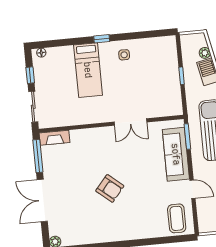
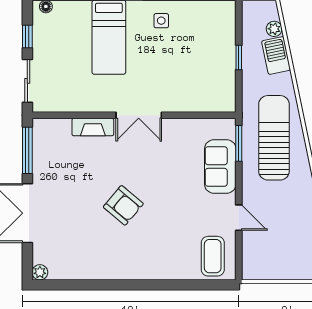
double door: (130, 122) -> (139, 115), moved
fireplace: (54, 138) -> (93, 127), moved
sofa: (176, 154) -> (220, 167), width x0.73

